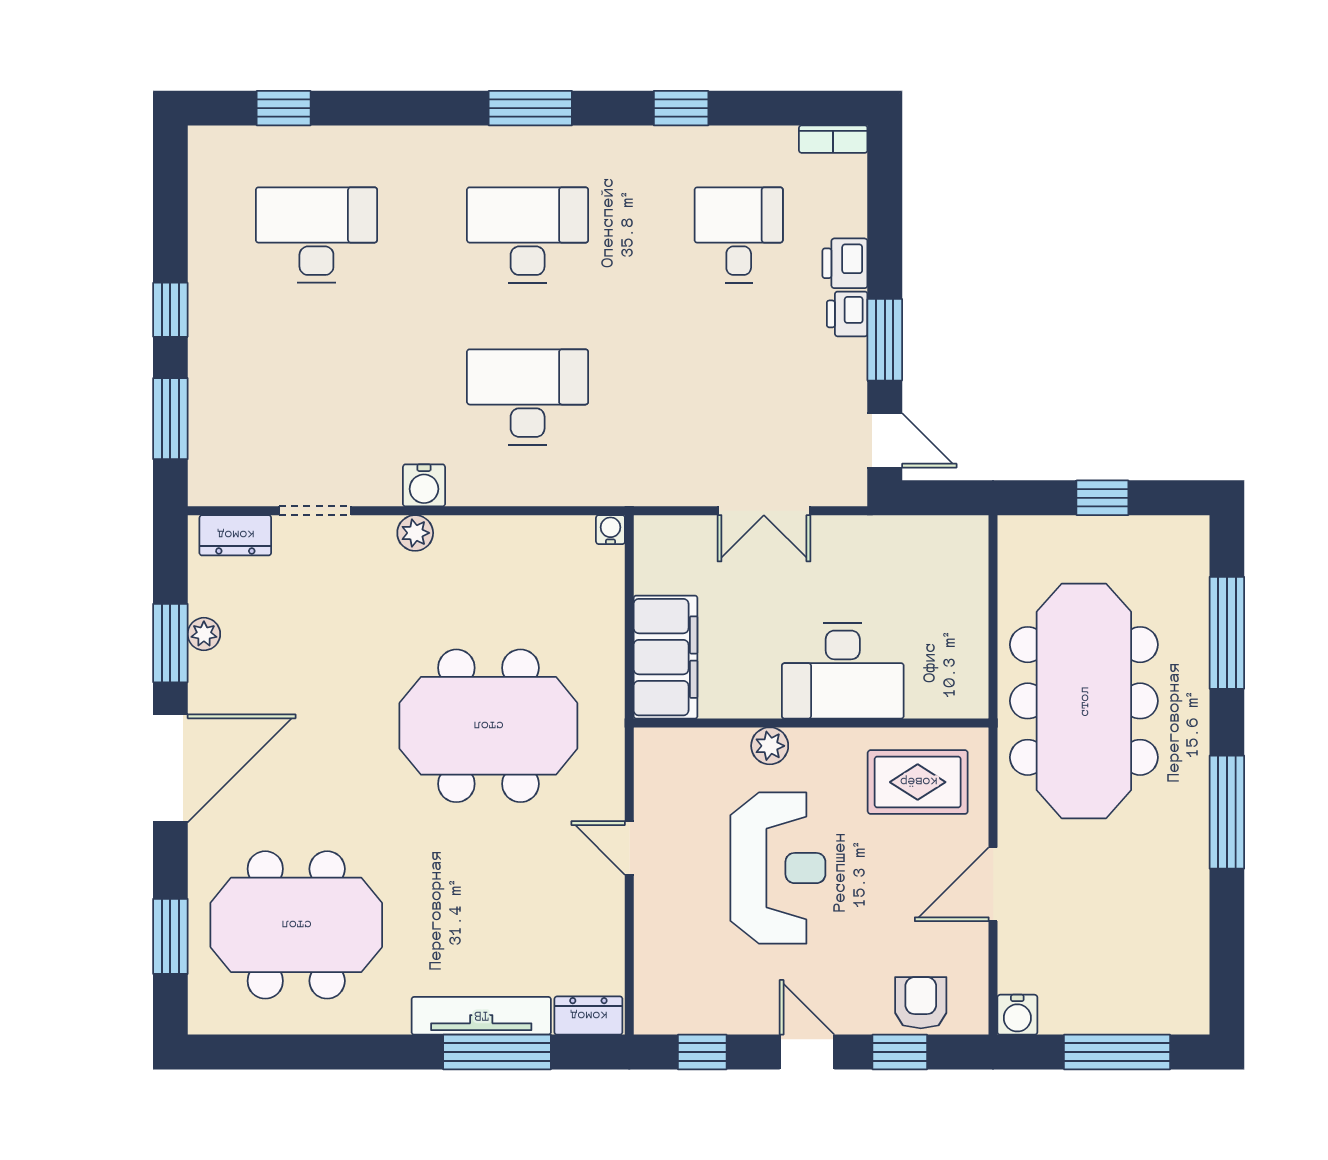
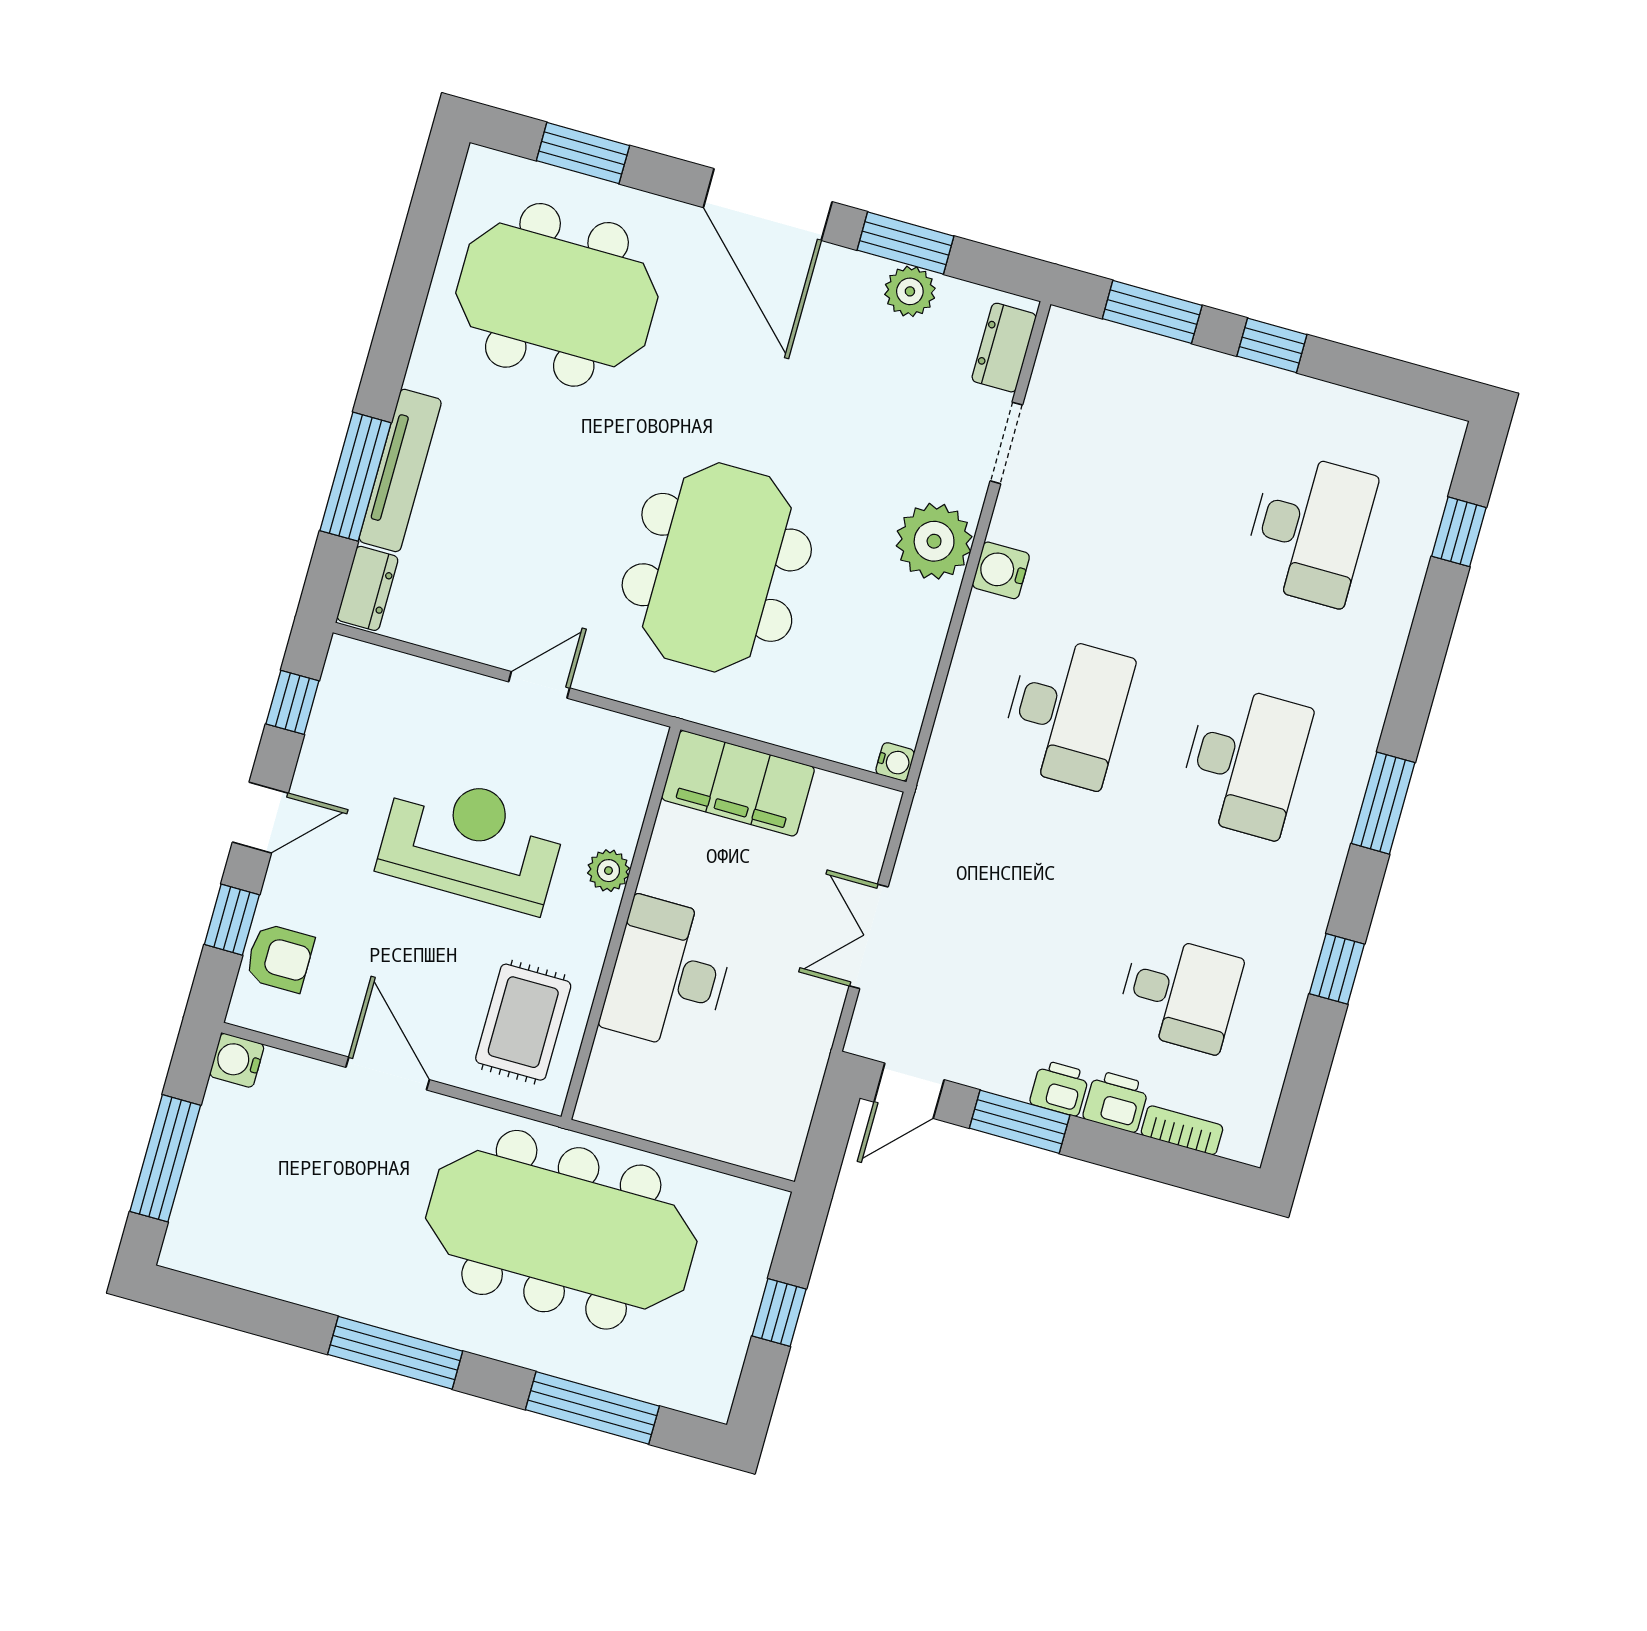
bookcase: (833, 139) -> (1182, 1130), moved, turned 90
plant: (415, 533) -> (934, 541), width x1.87, depth x1.87
plant: (204, 634) -> (910, 291), width x1.38, depth x1.38
reception desk: (778, 868) -> (472, 842), turned 180
meeting table: (296, 925) -> (557, 295), turned 90

